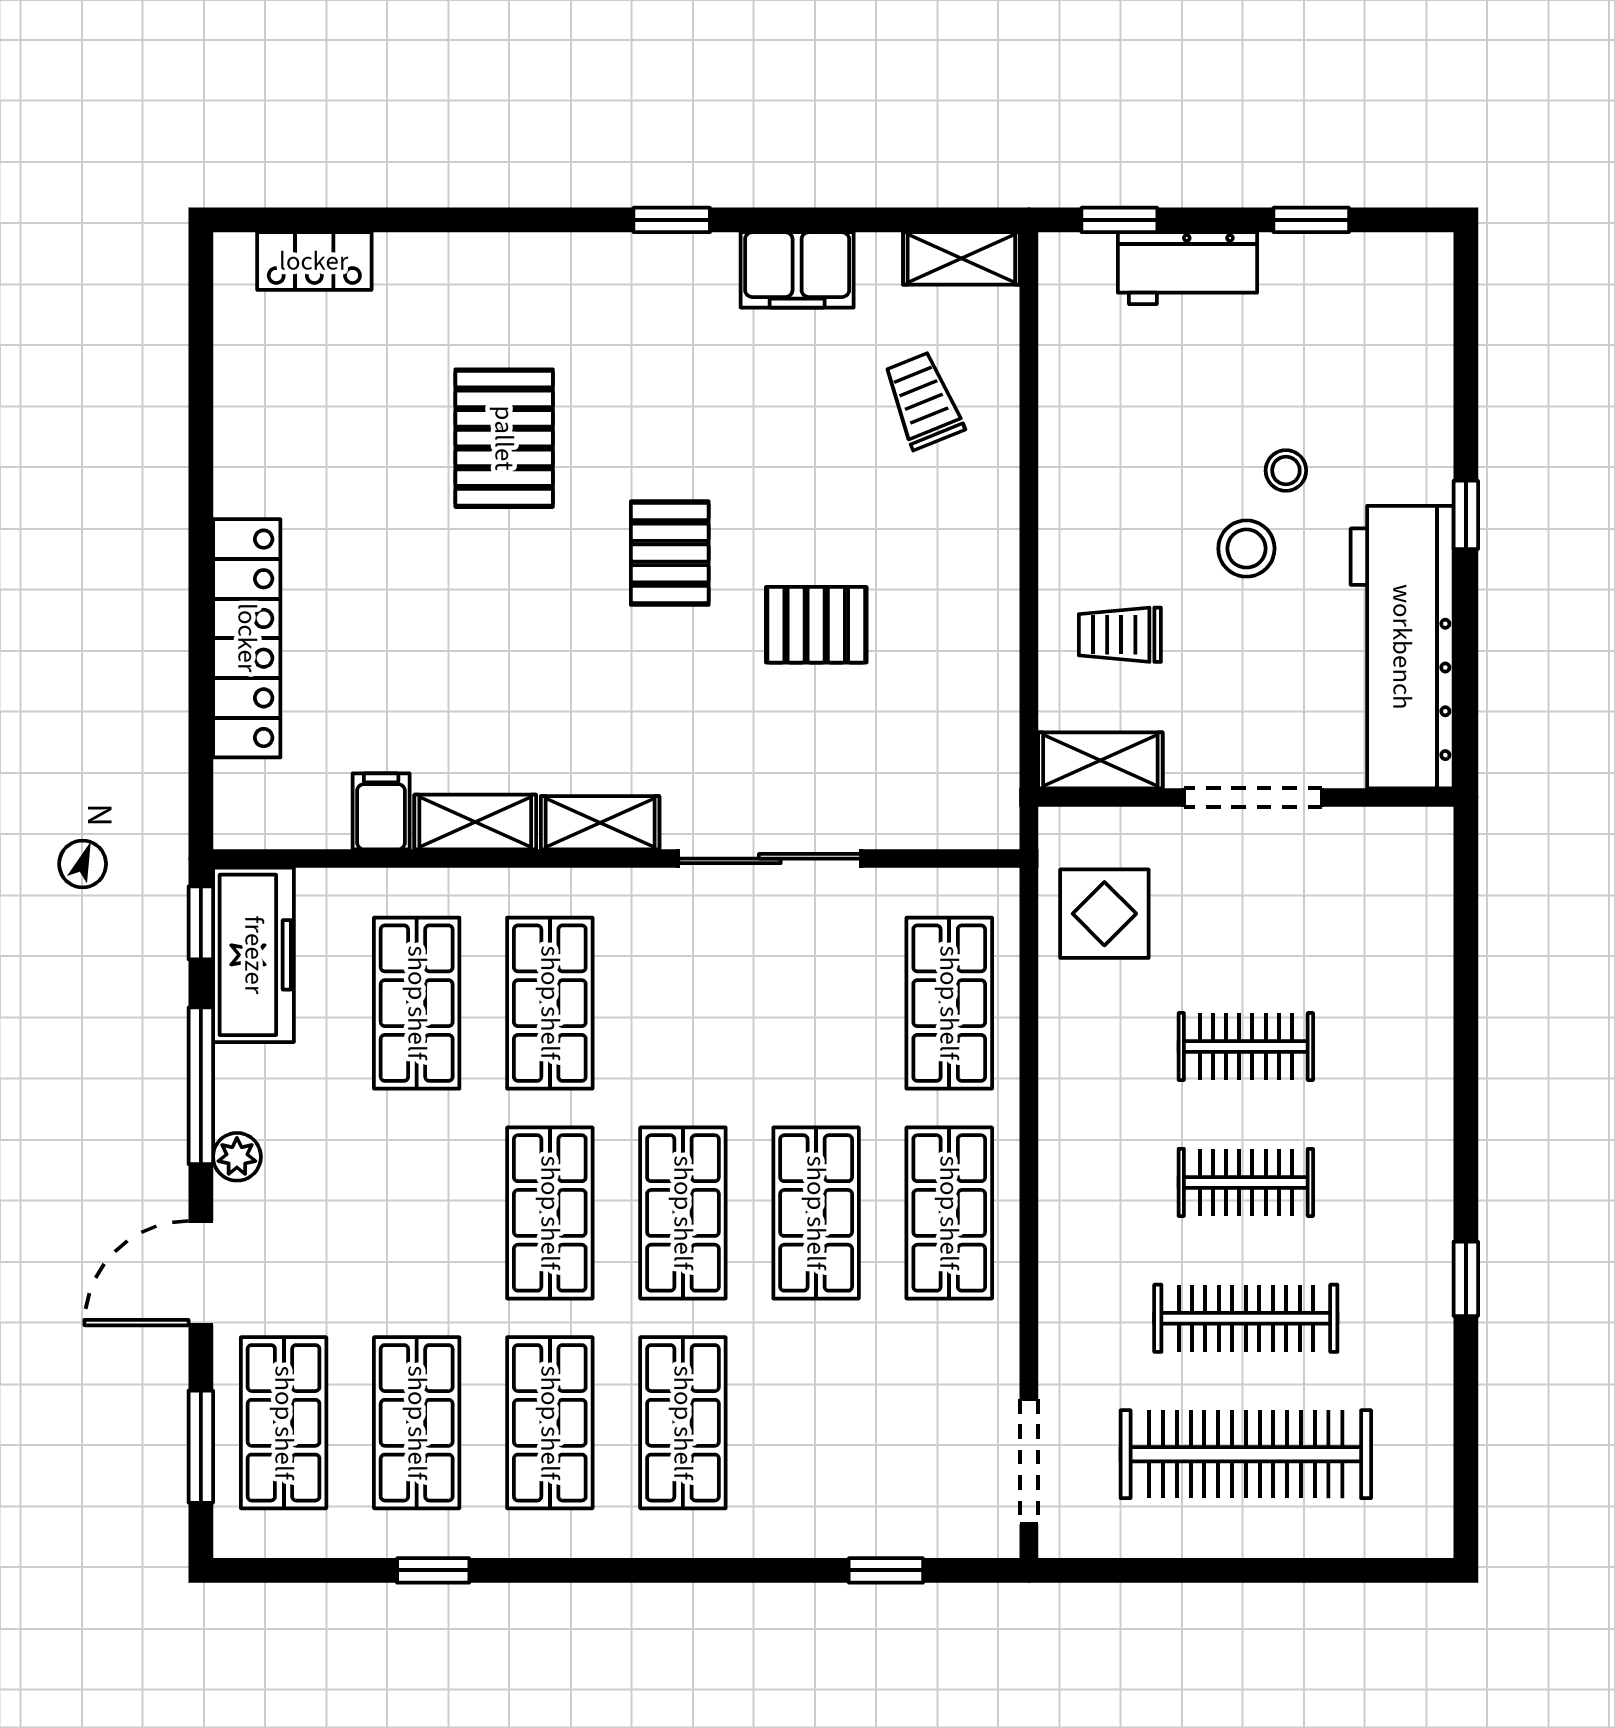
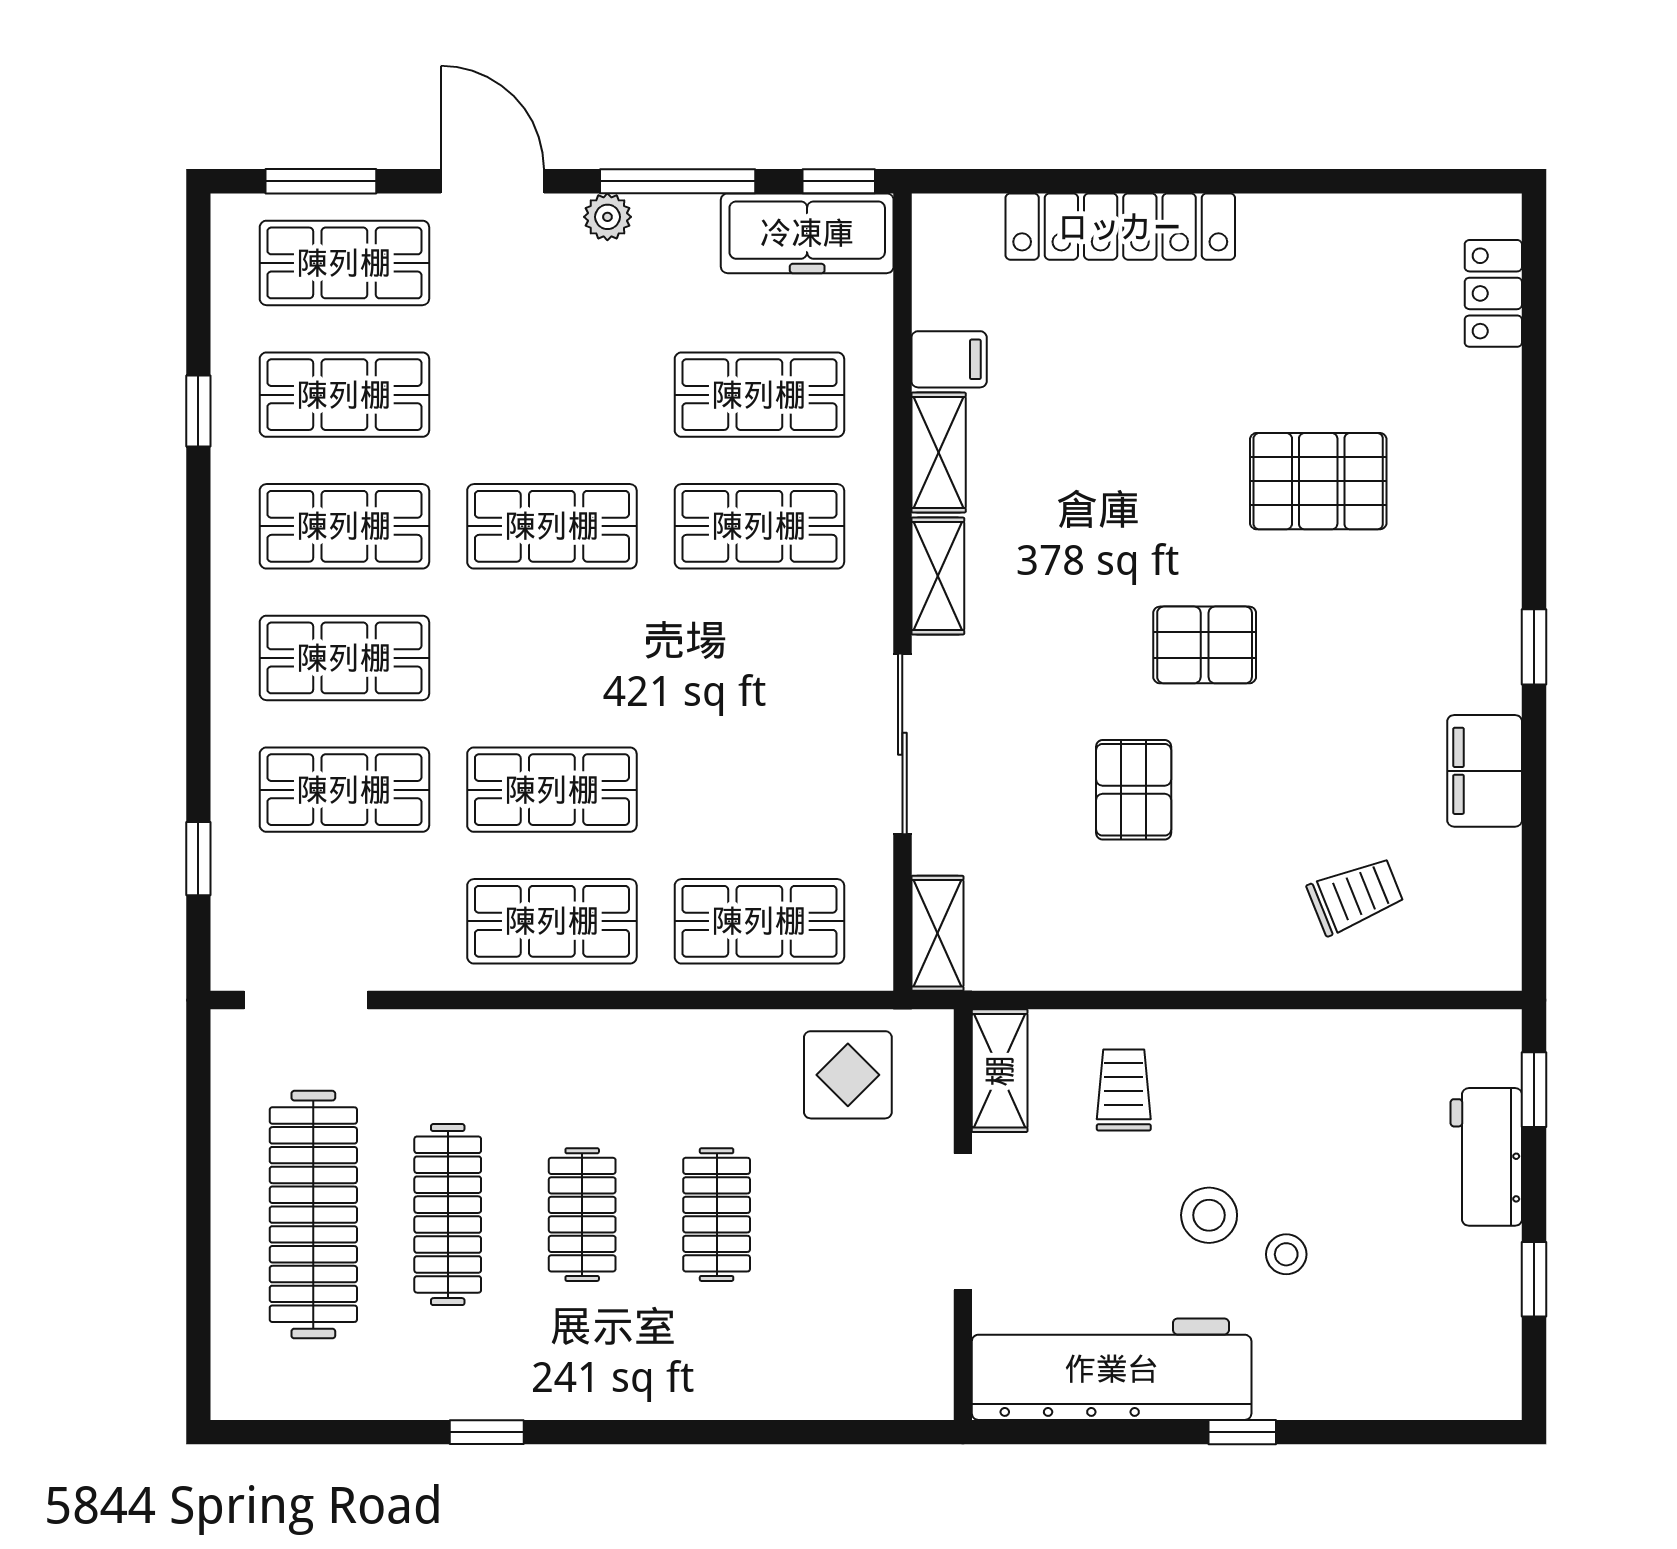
shelving: (961, 258) -> (937, 933), moved
shop shelf: (683, 1213) -> (344, 790), moved

